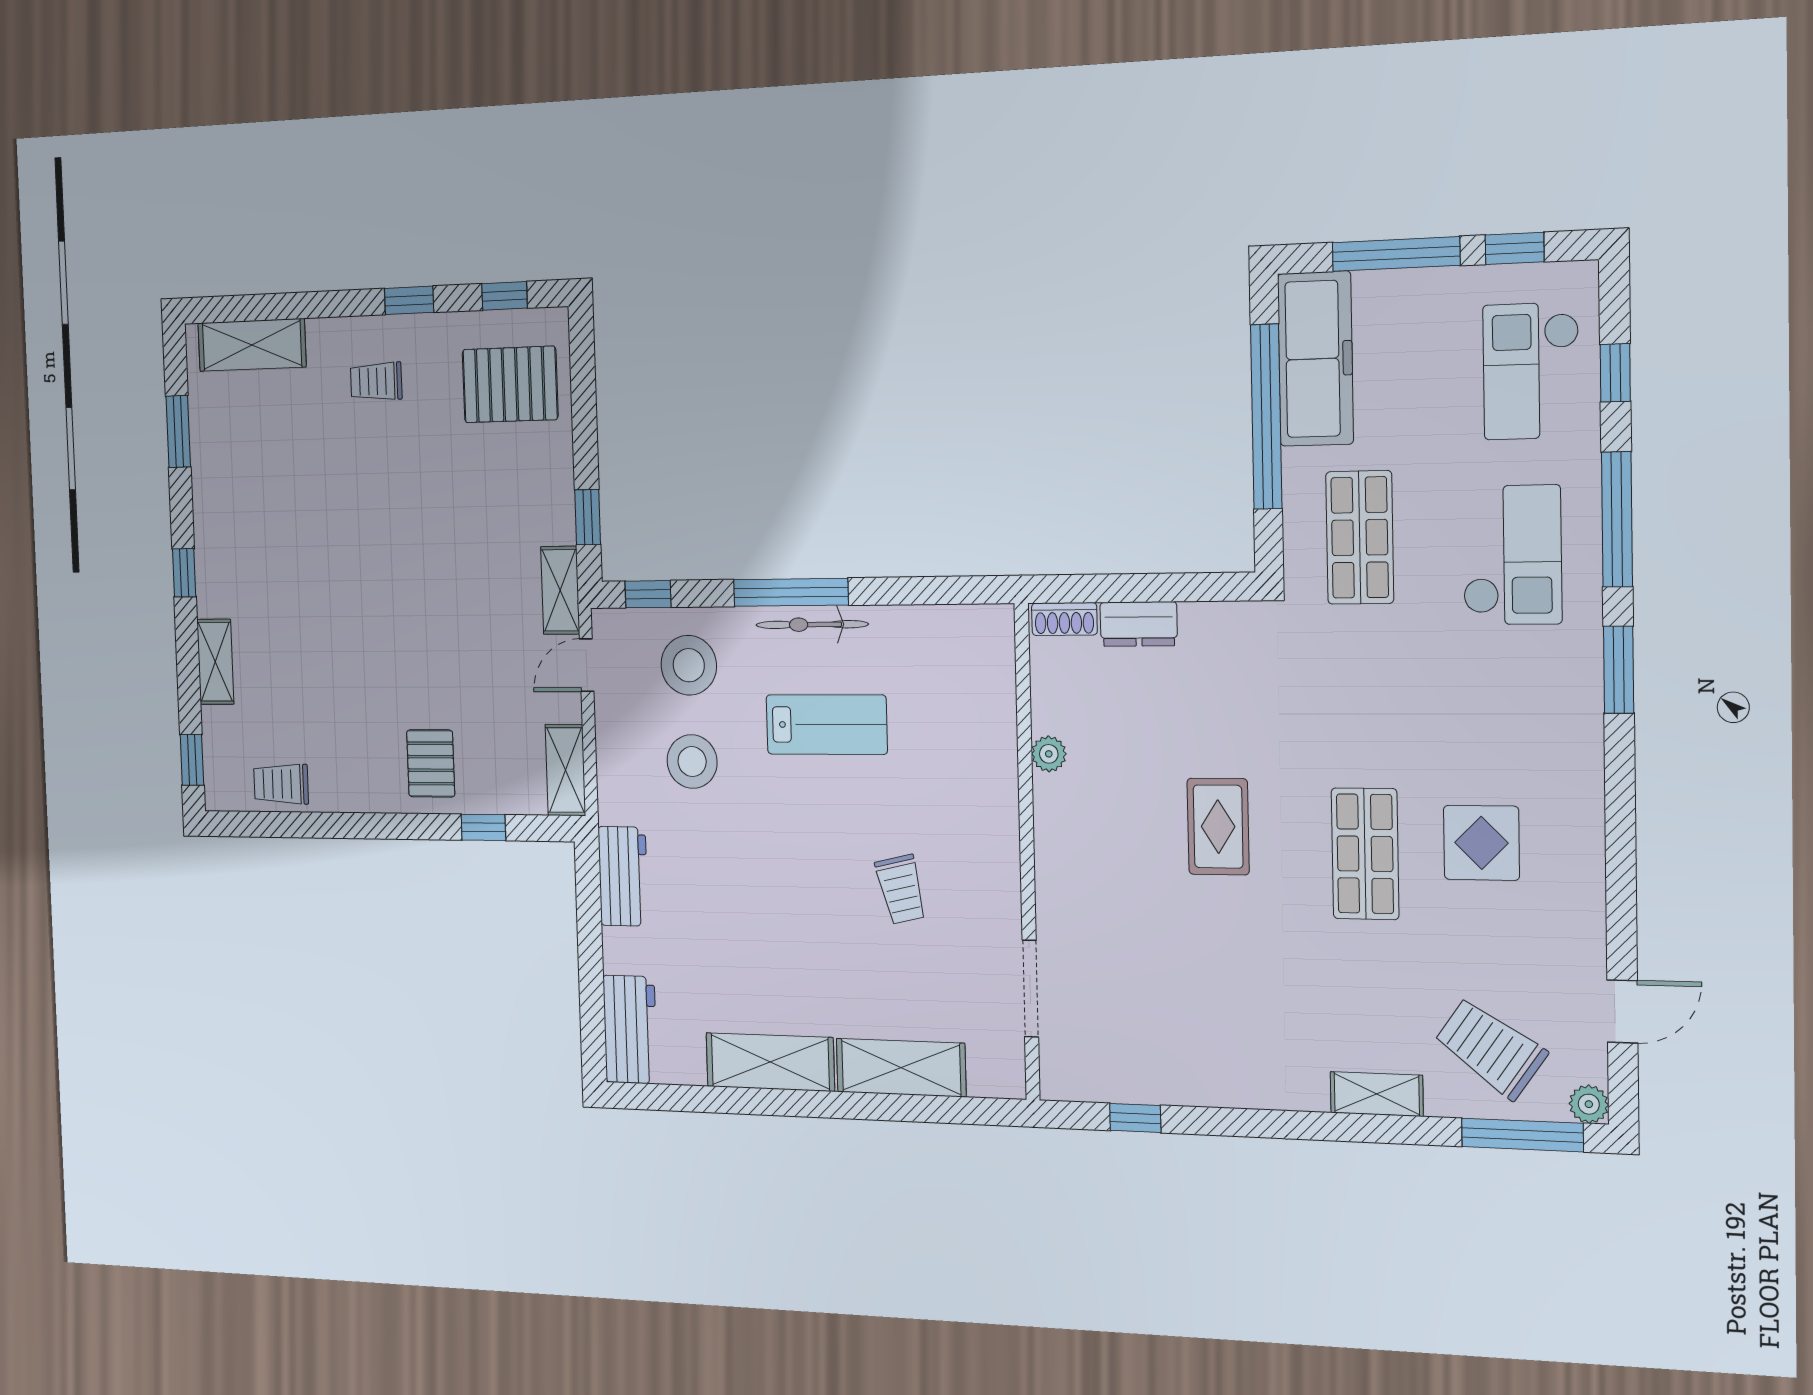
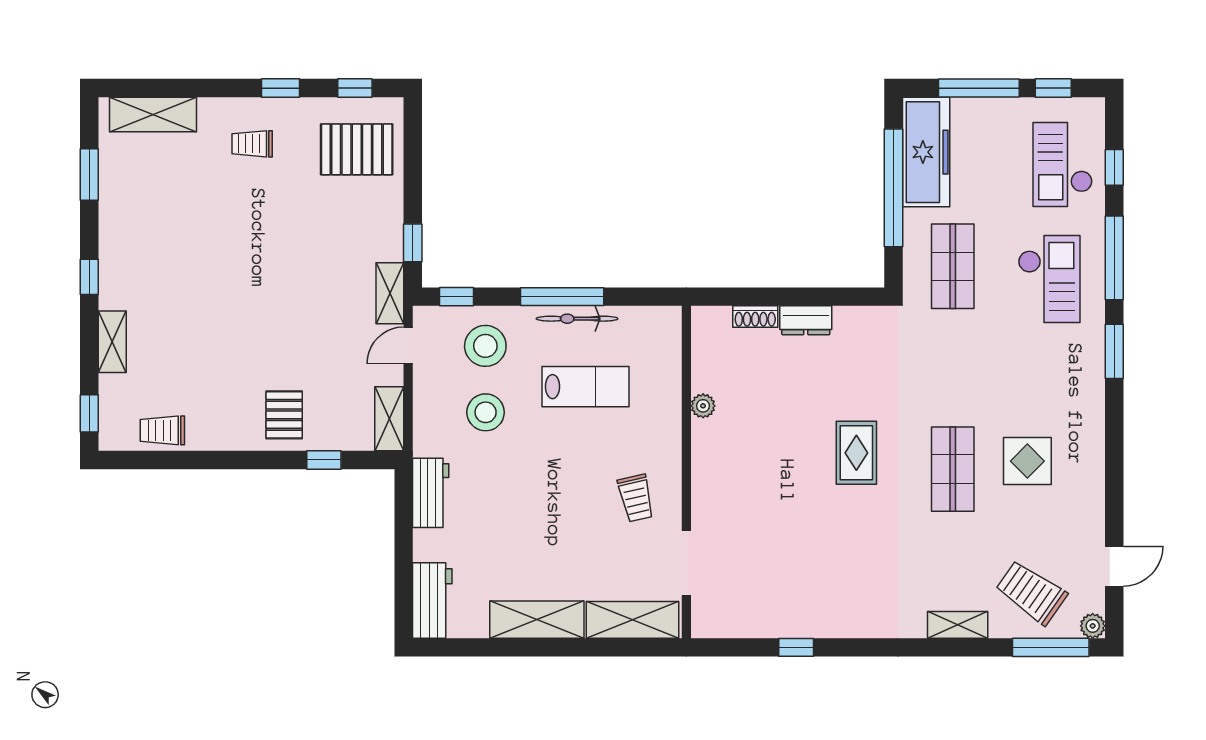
plant: (1049, 754) -> (703, 406), moved
wall: (1027, 853) -> (686, 472), moved
doorway: (1030, 989) -> (686, 563), moved

